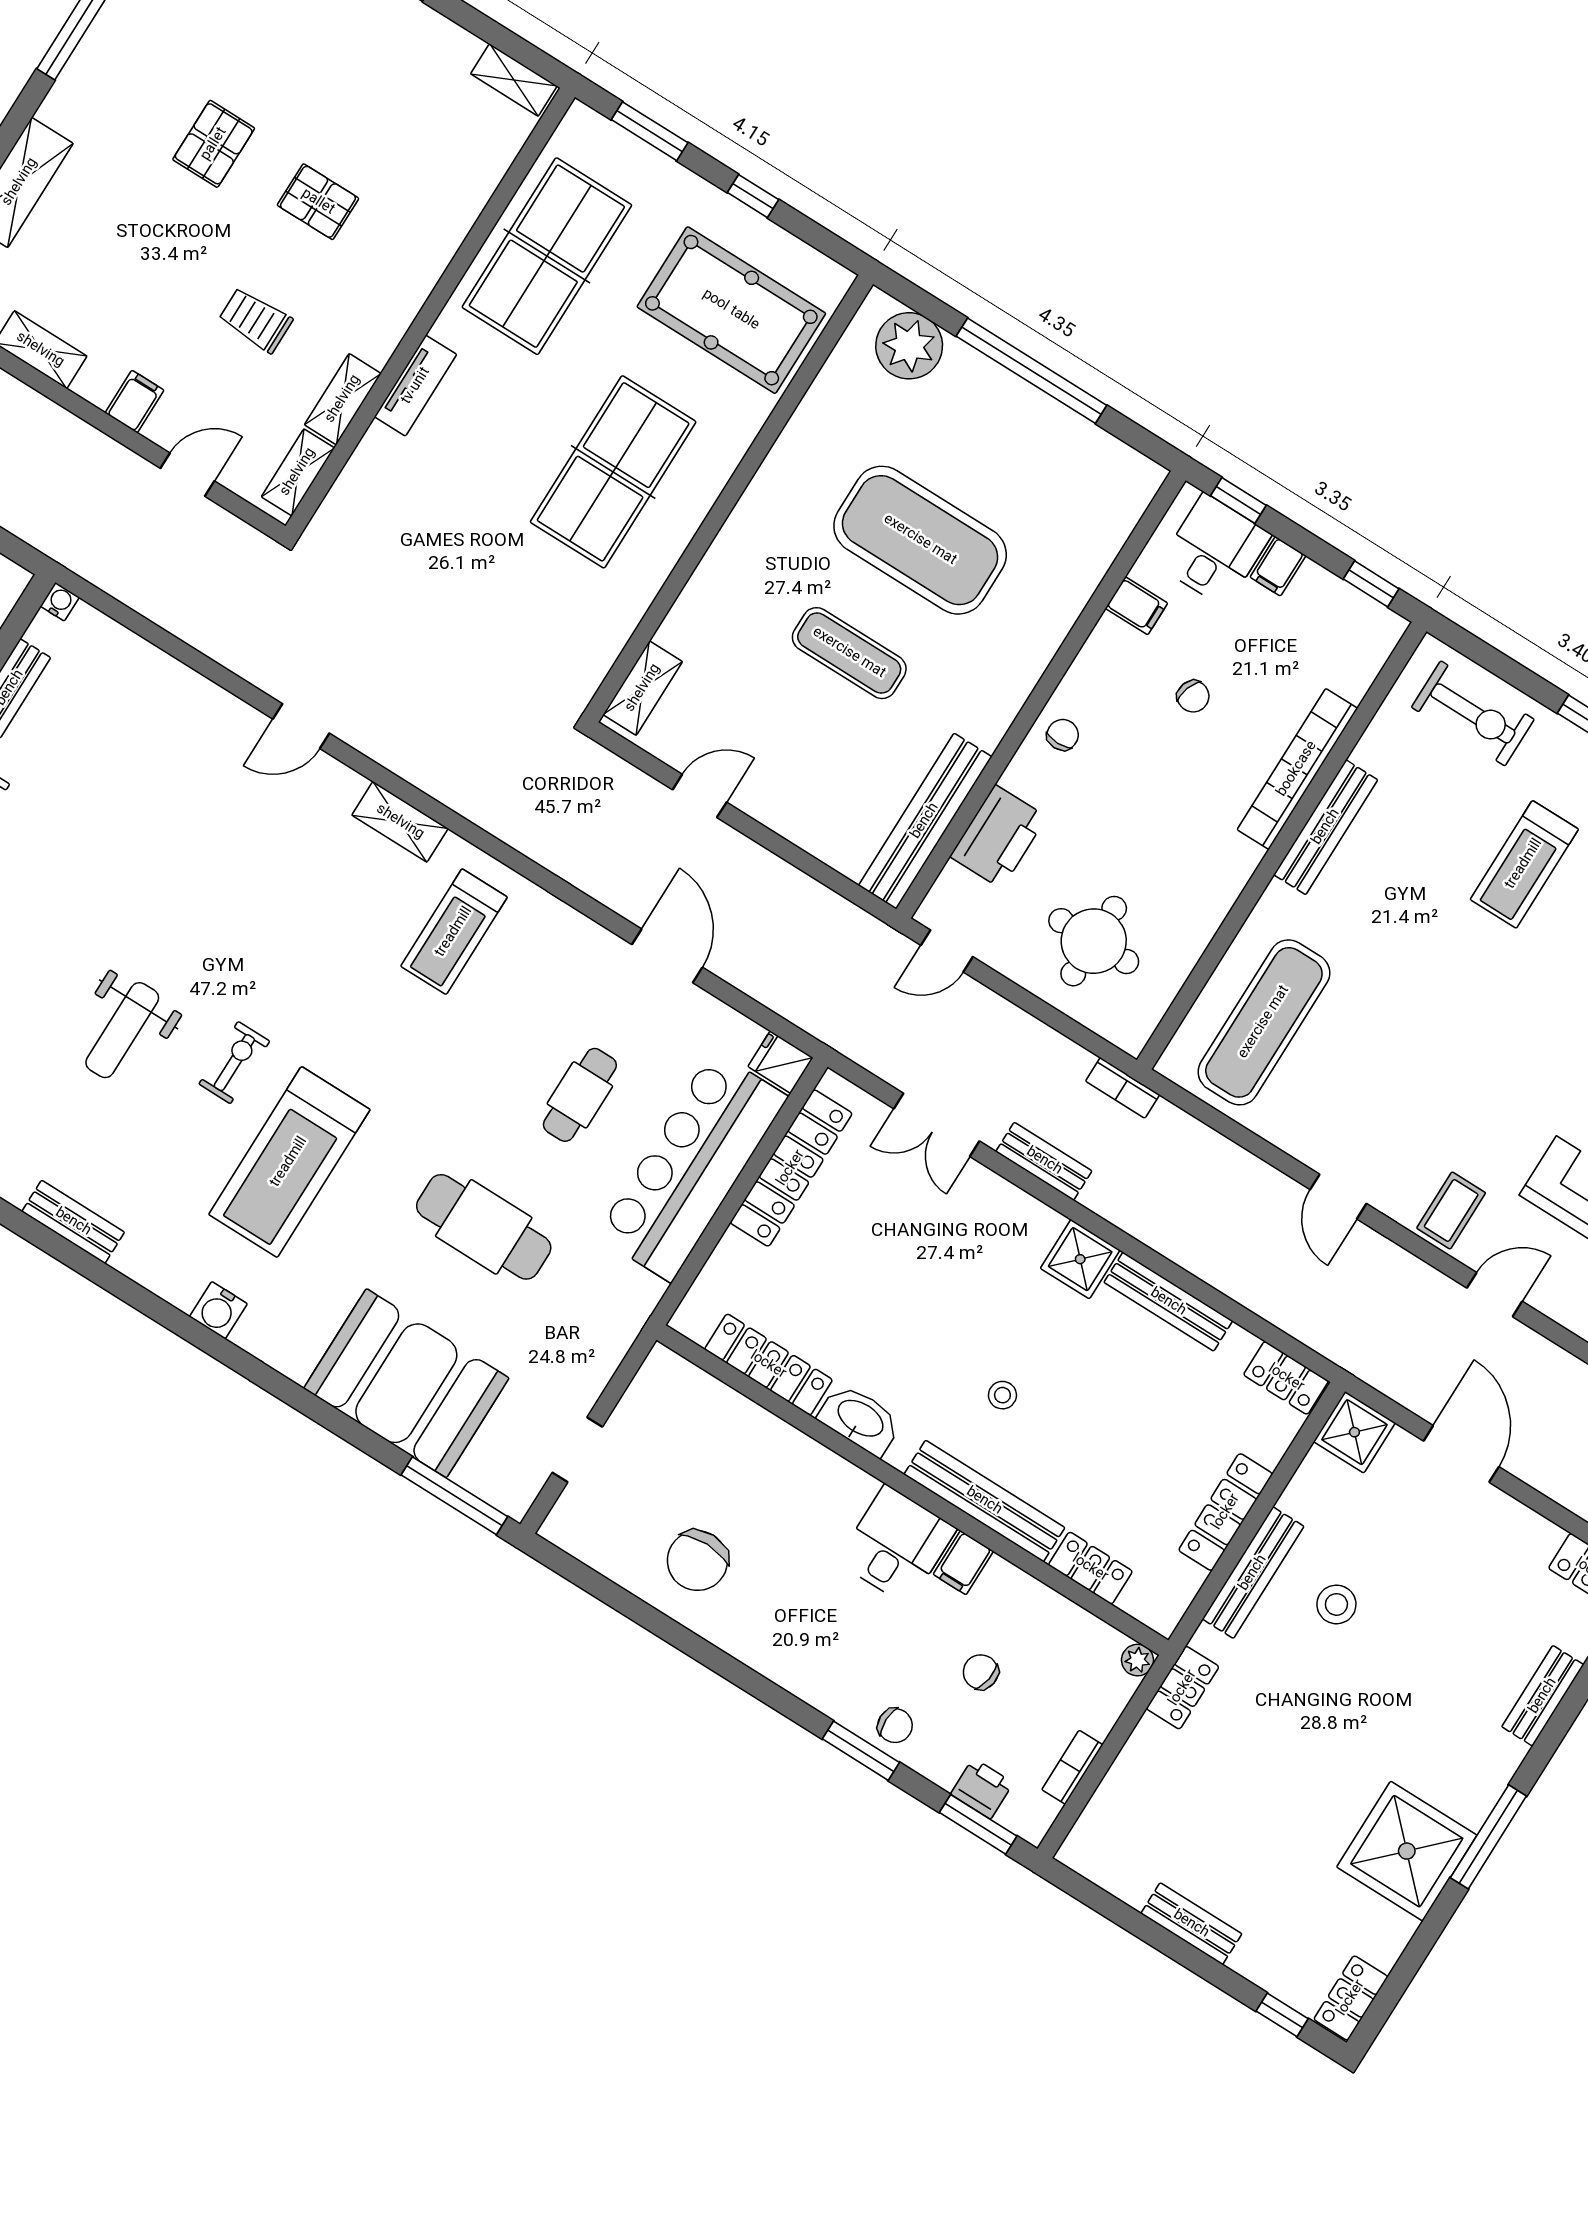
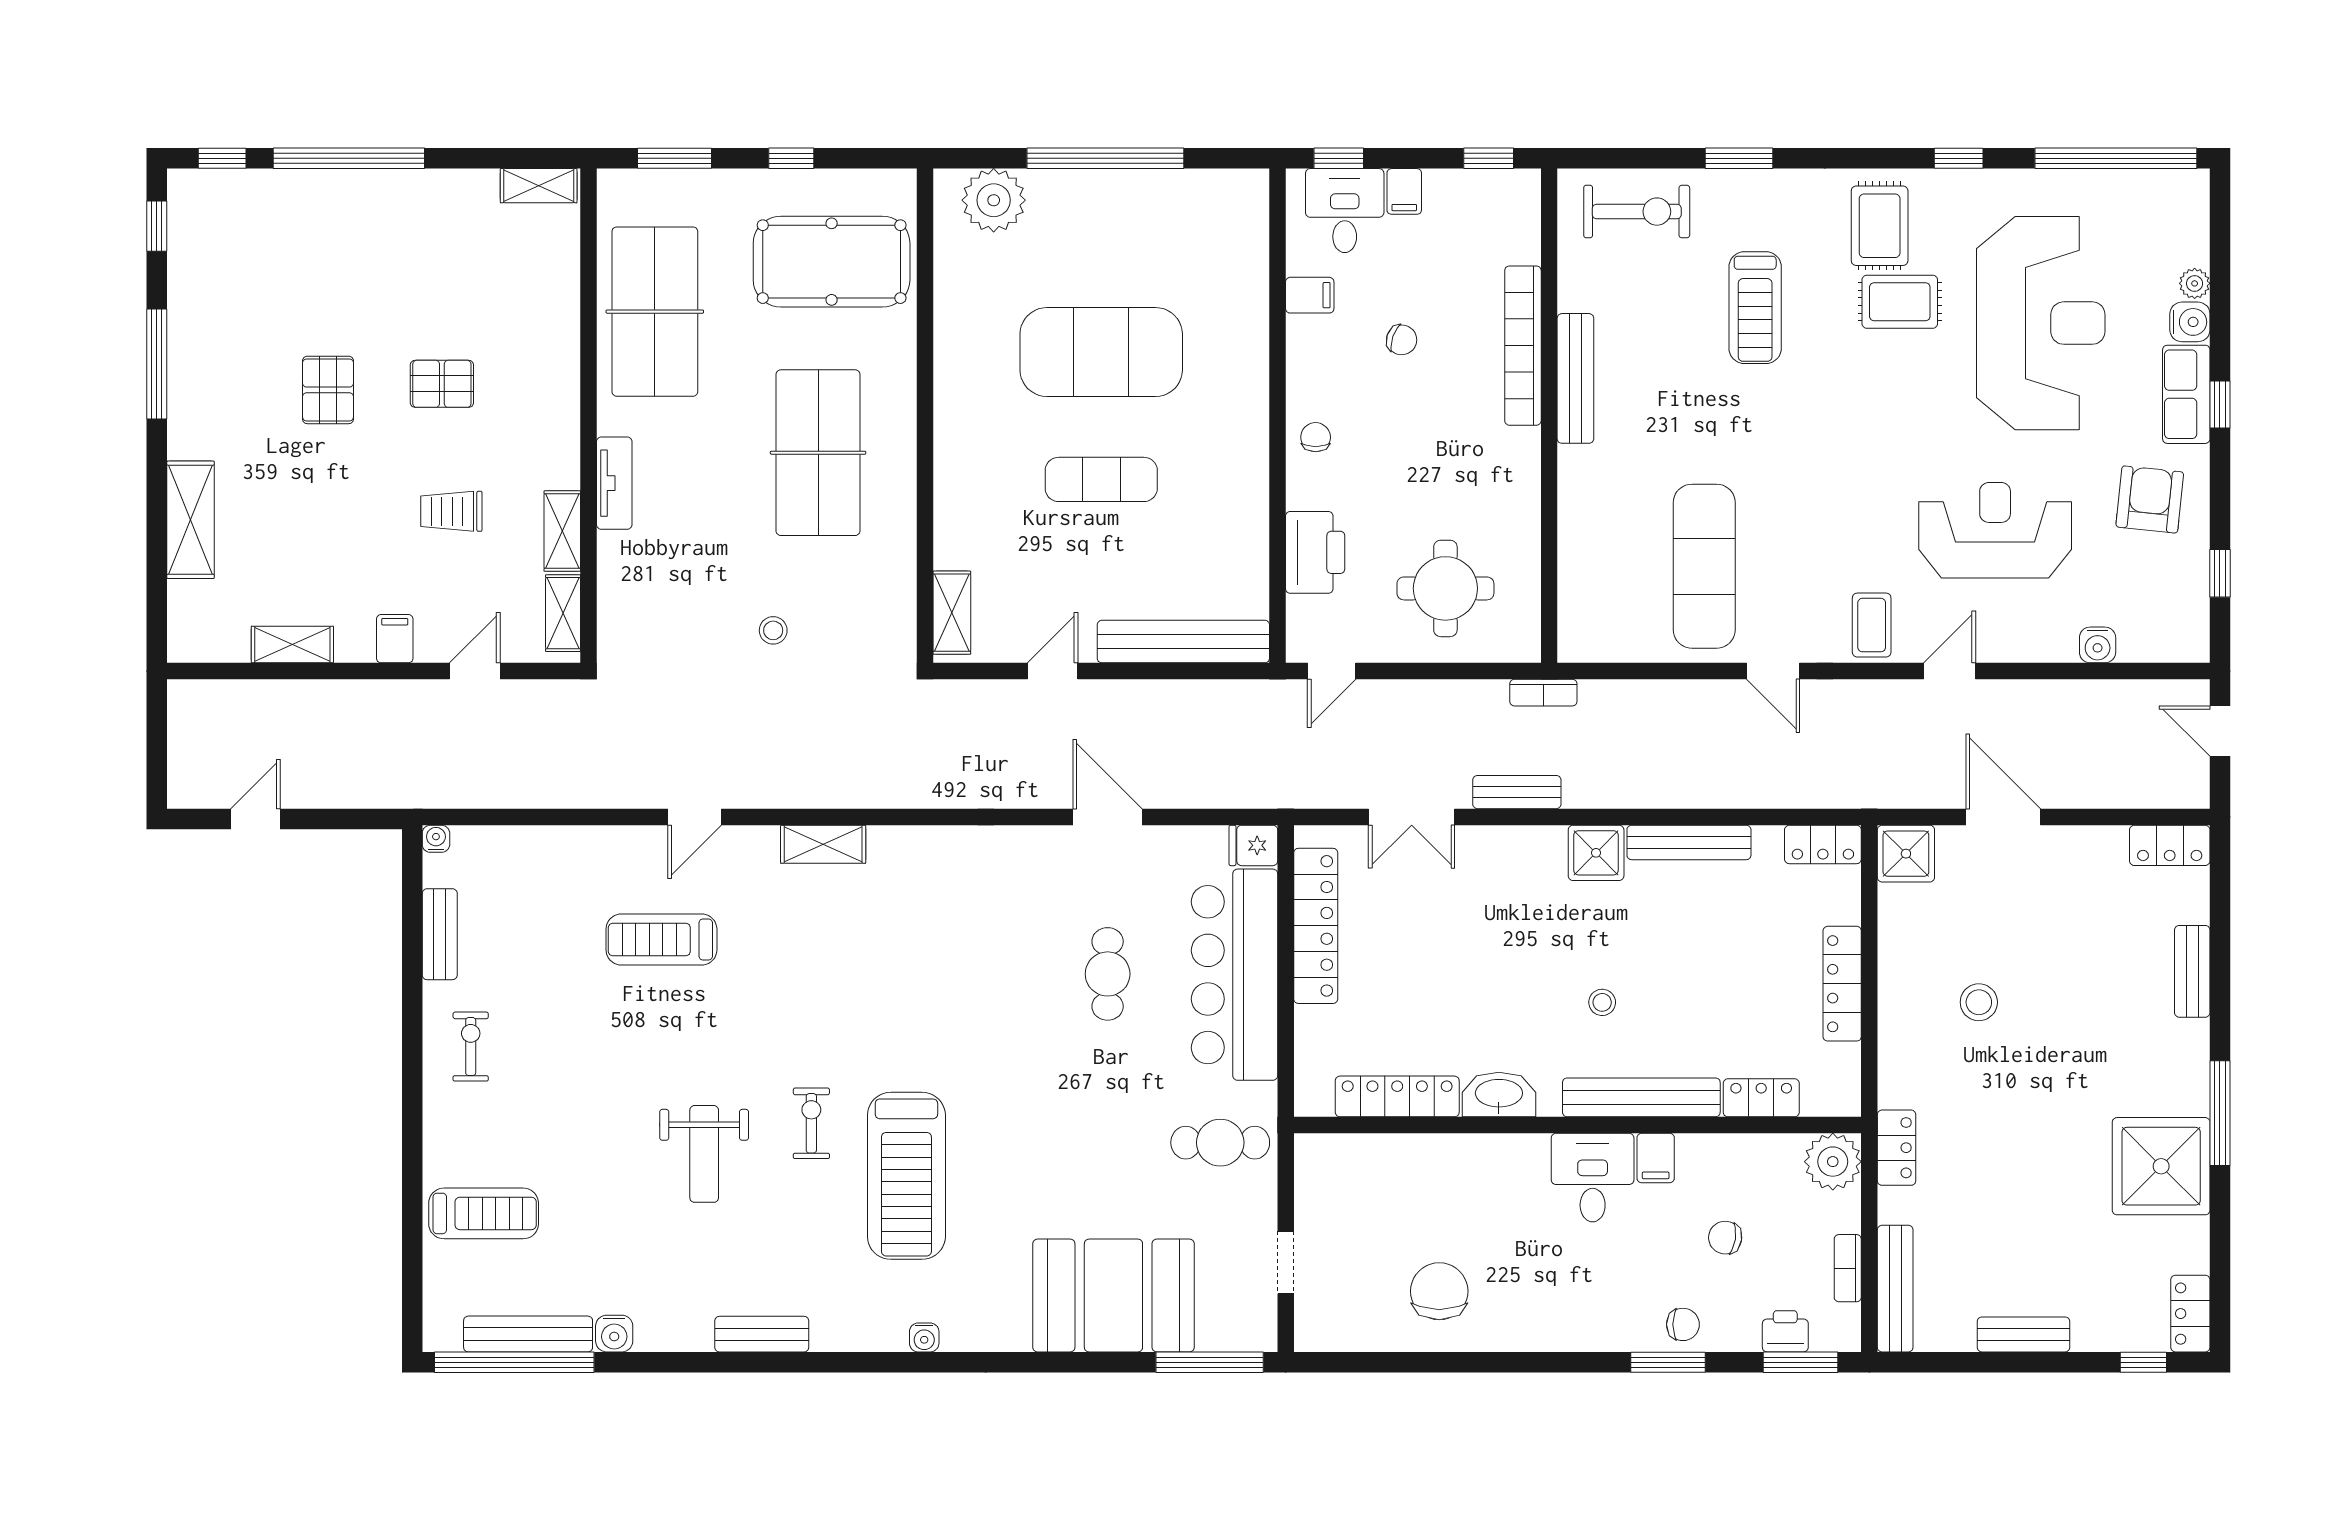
stool: (475, 604) -> (773, 630), added
bench: (925, 821) -> (1183, 642), moved, turned 90
treadmill: (454, 932) -> (661, 940), moved, turned 90
exercise mat: (1264, 1022) -> (1704, 566), moved
cafe table: (484, 1227) -> (1220, 1143), moved, width x0.73, depth x0.74
water cooler: (218, 1310) -> (924, 1337), width x0.72, depth x0.72
chair: (697, 1561) -> (1439, 1291), turned 180
bench: (1253, 1573) -> (1895, 1289), moved
plant: (1137, 1660) -> (1833, 1162), width x1.88, depth x1.88

